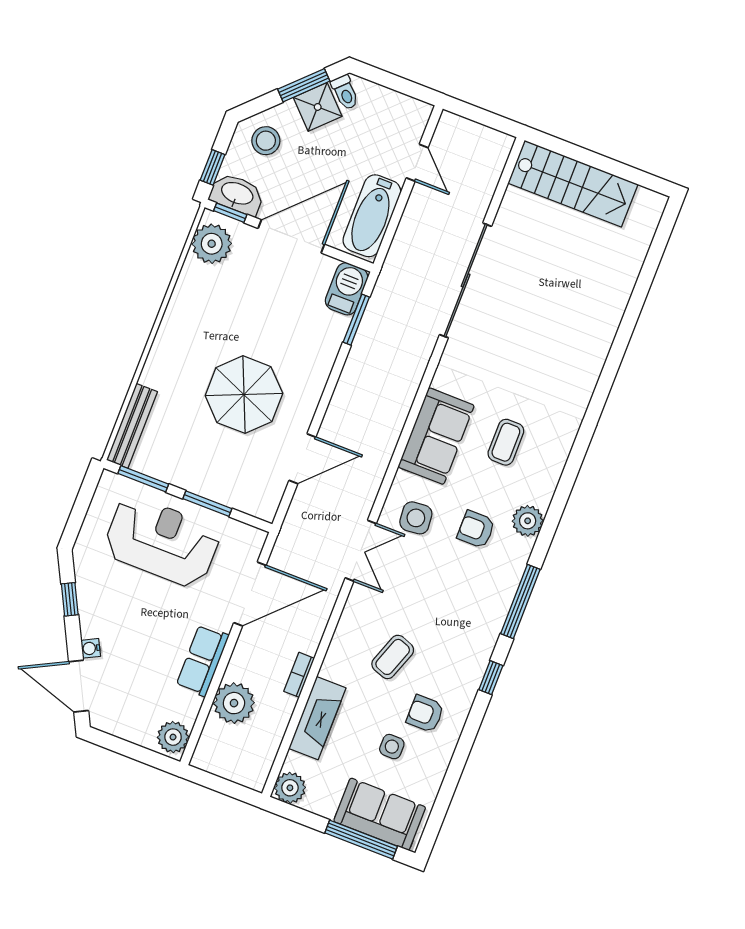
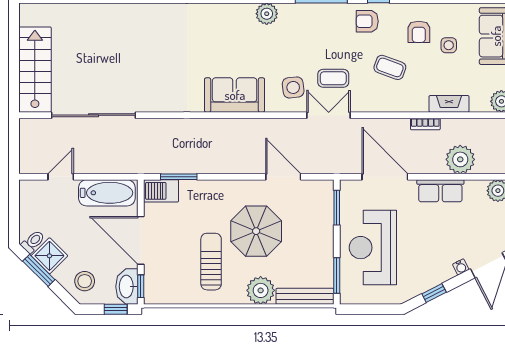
plant: (212, 244) -> (261, 290), moved
sliding door: (466, 280) -> (93, 115), moved
sun lounger: (227, 319) -> (211, 262), added
coffee table: (506, 442) -> (333, 78), moved
window: (207, 504) -> (337, 208), moved
armchair: (476, 529) -> (367, 21), moved, turned 90
fireplace: (317, 718) -> (449, 104), width x0.73, depth x0.76

